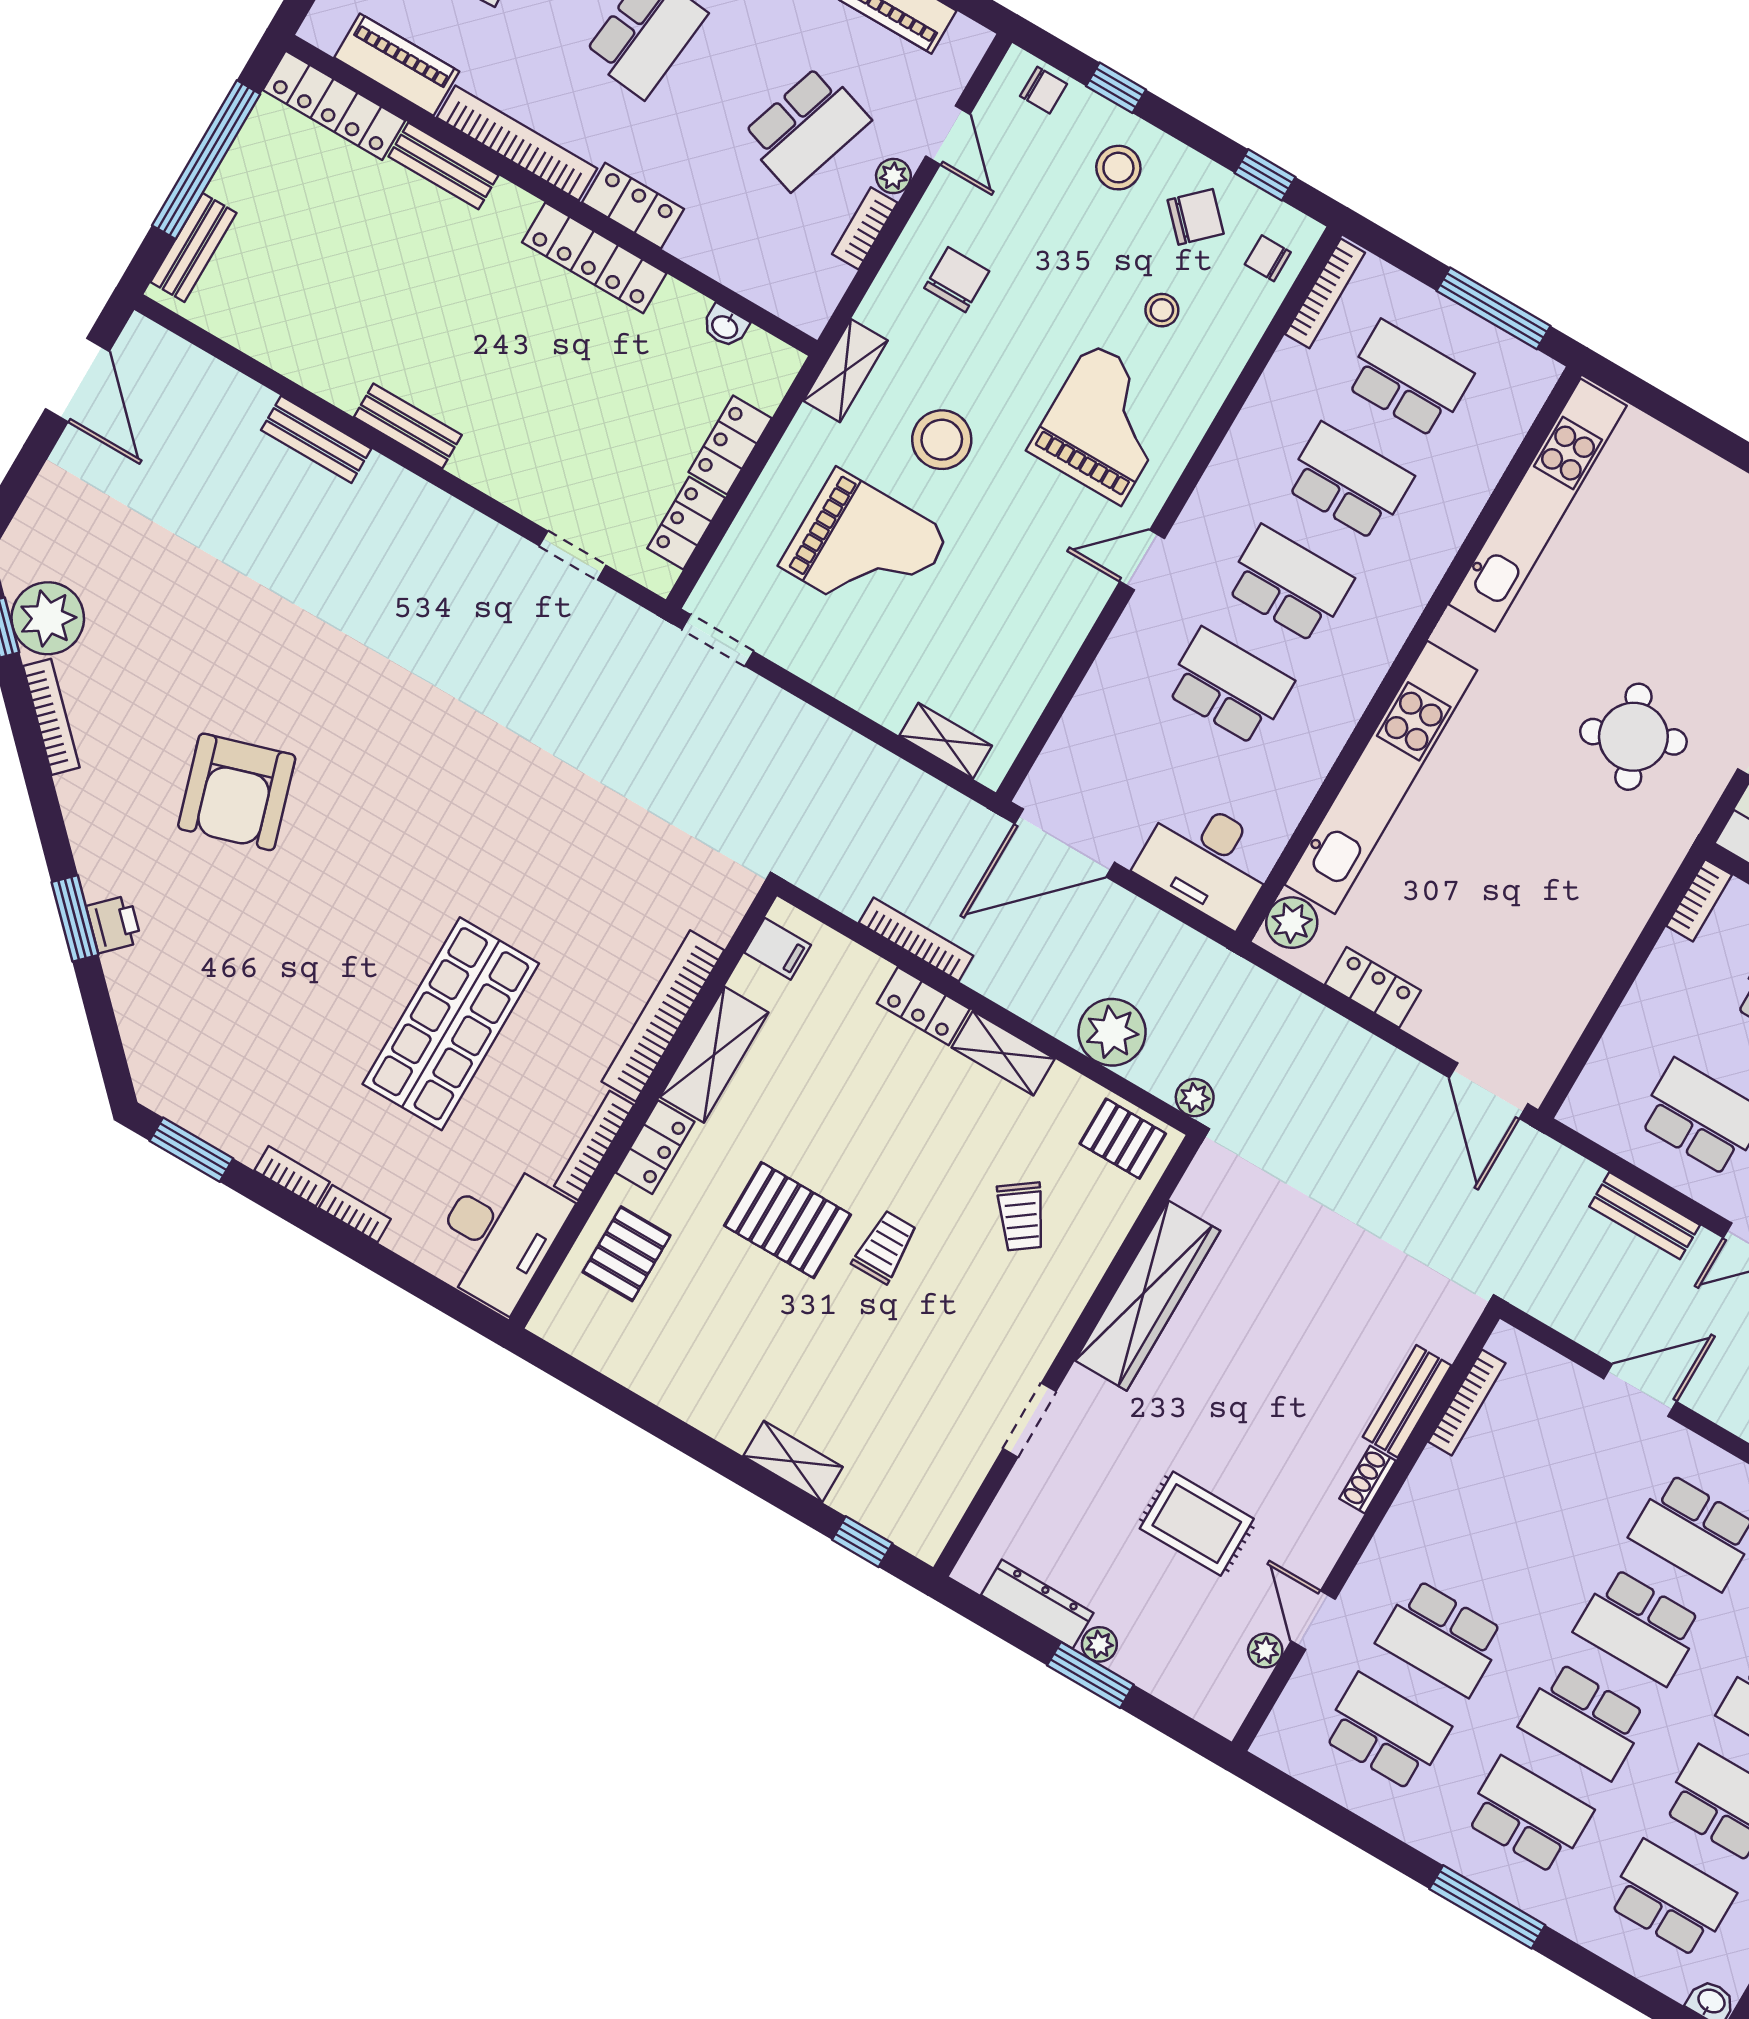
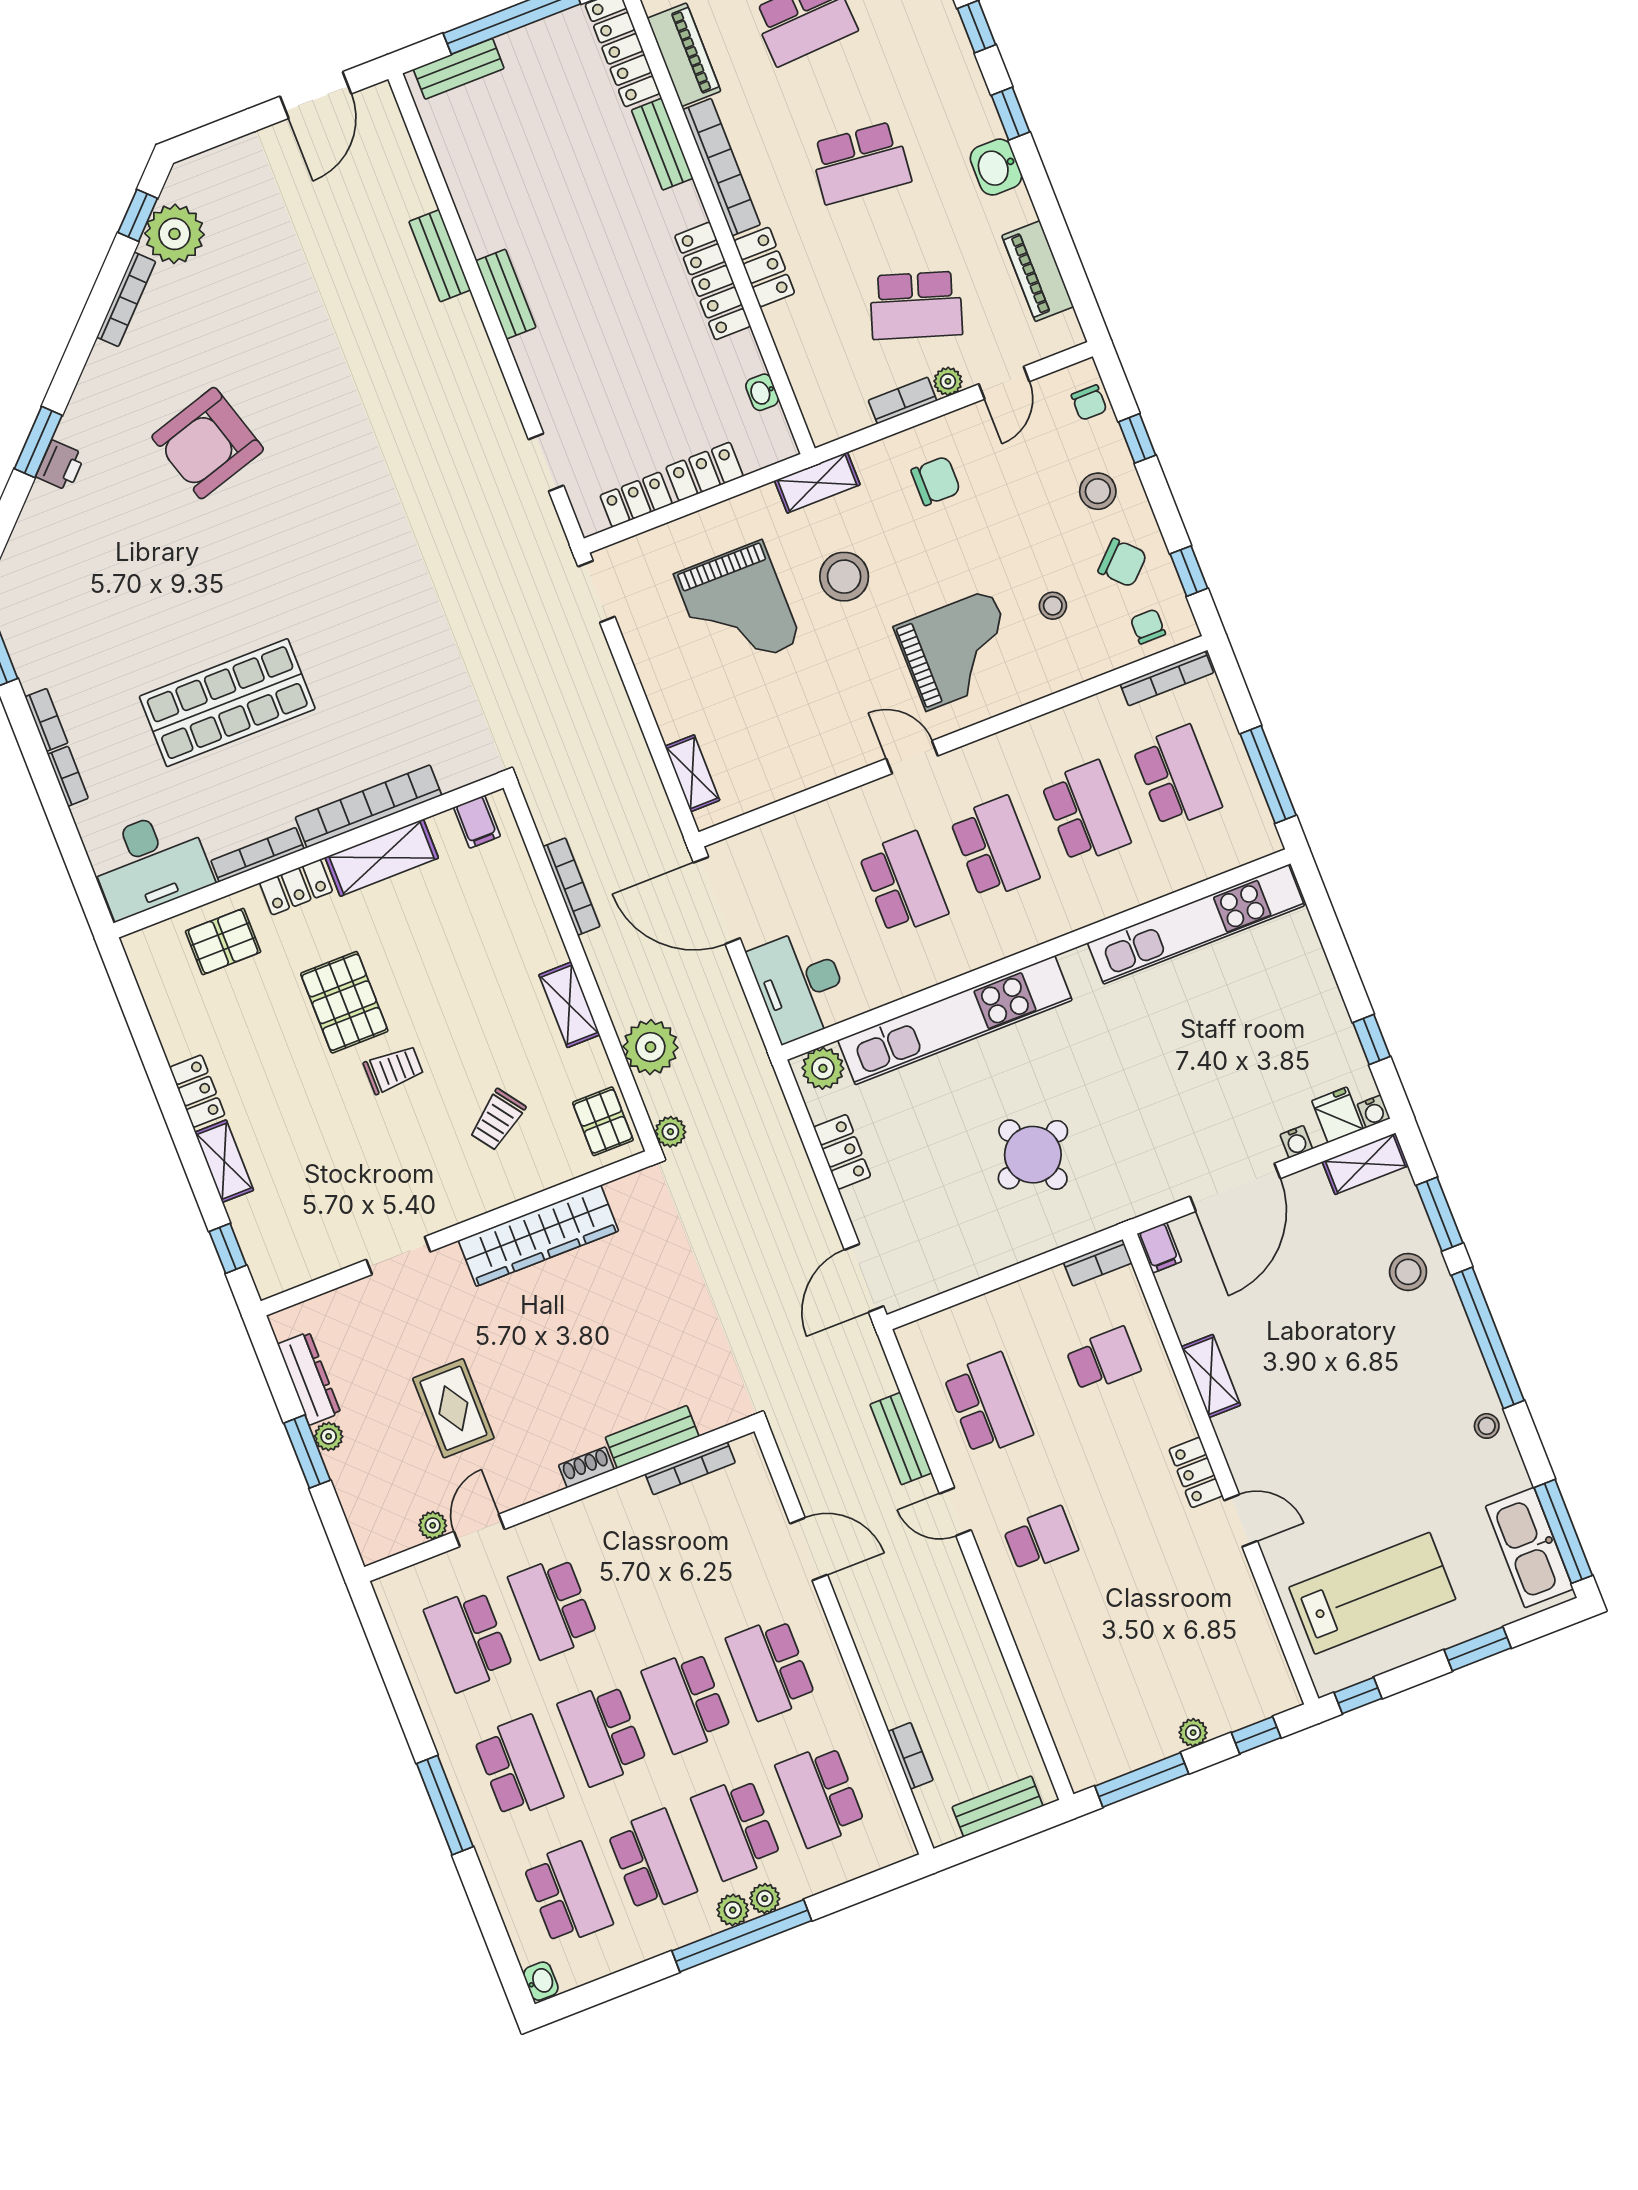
round table: (1633, 737) -> (1033, 1155), moved
locker: (923, 1006) -> (197, 1091), moved, turned 180
school desk: (1386, 1732) -> (469, 1640), turned 180

